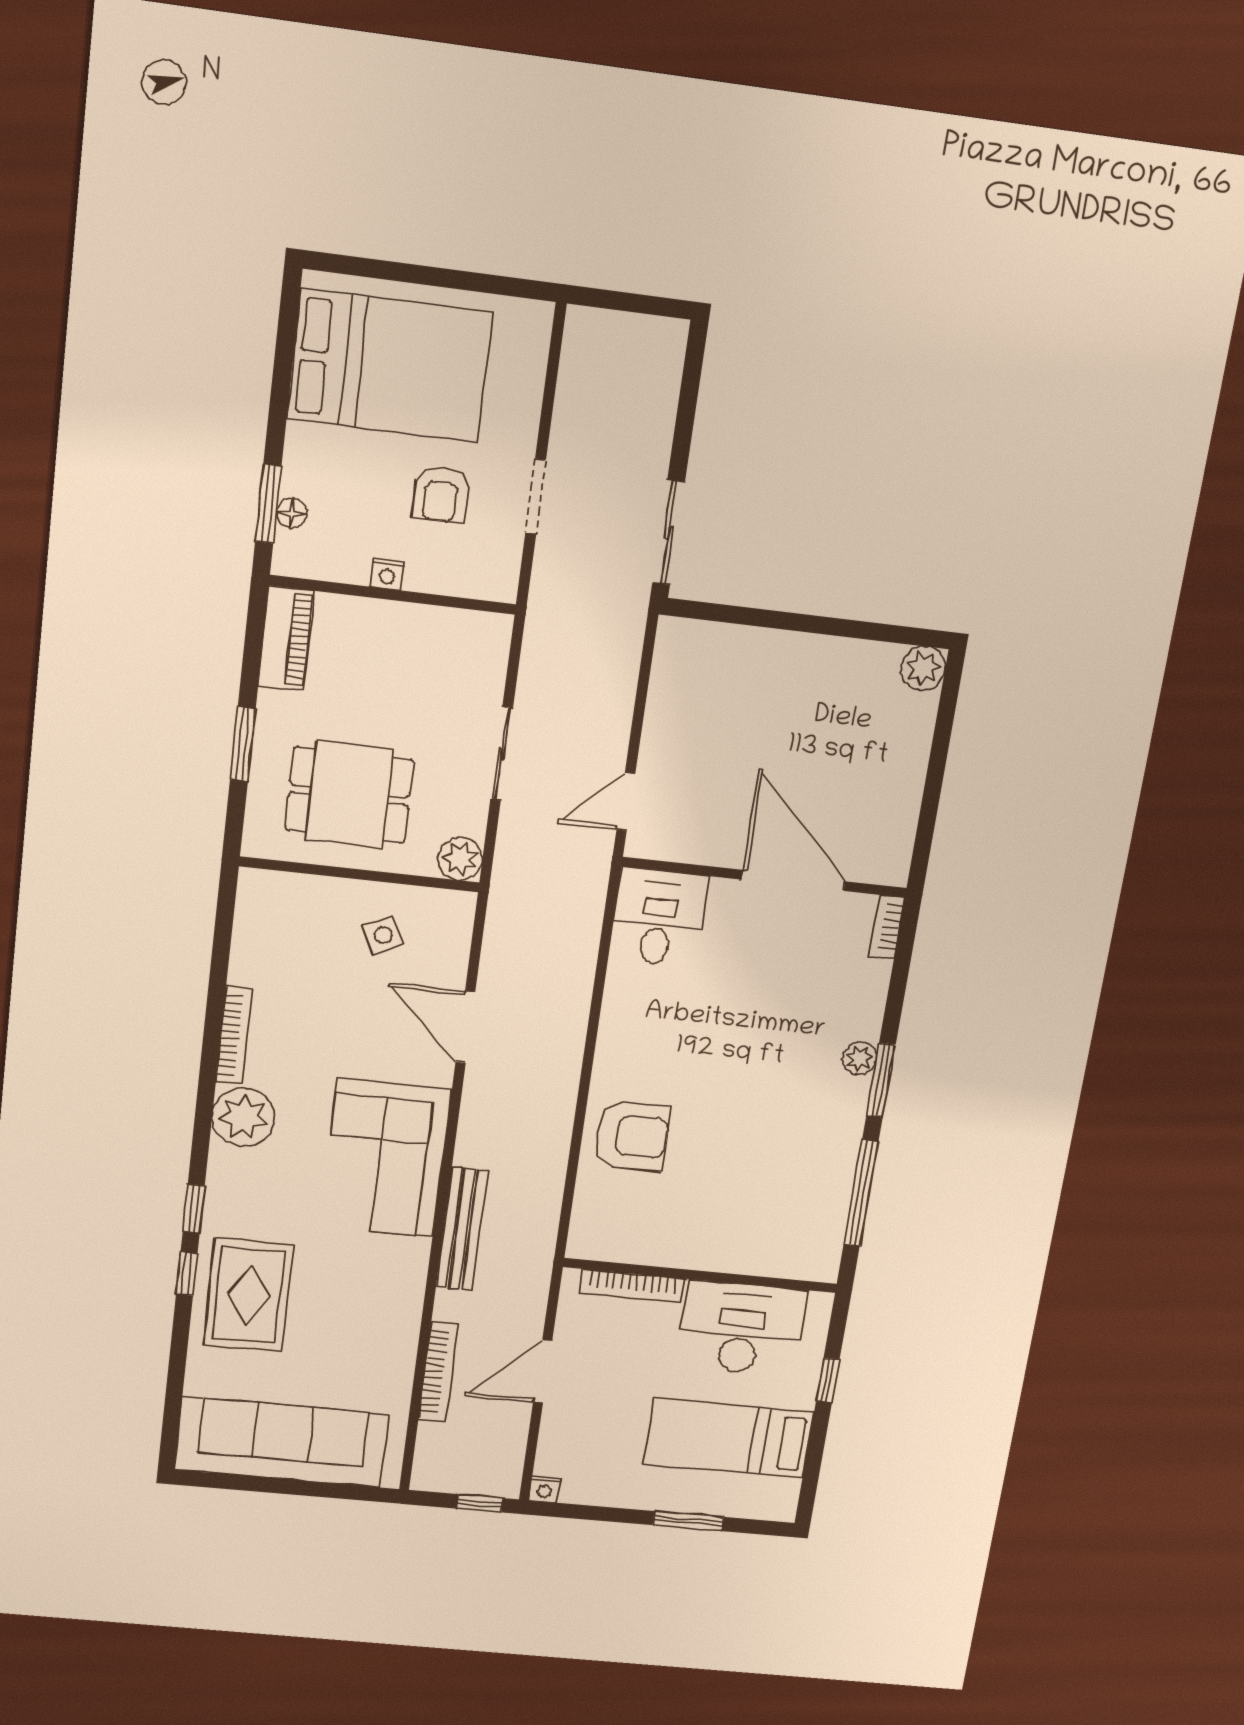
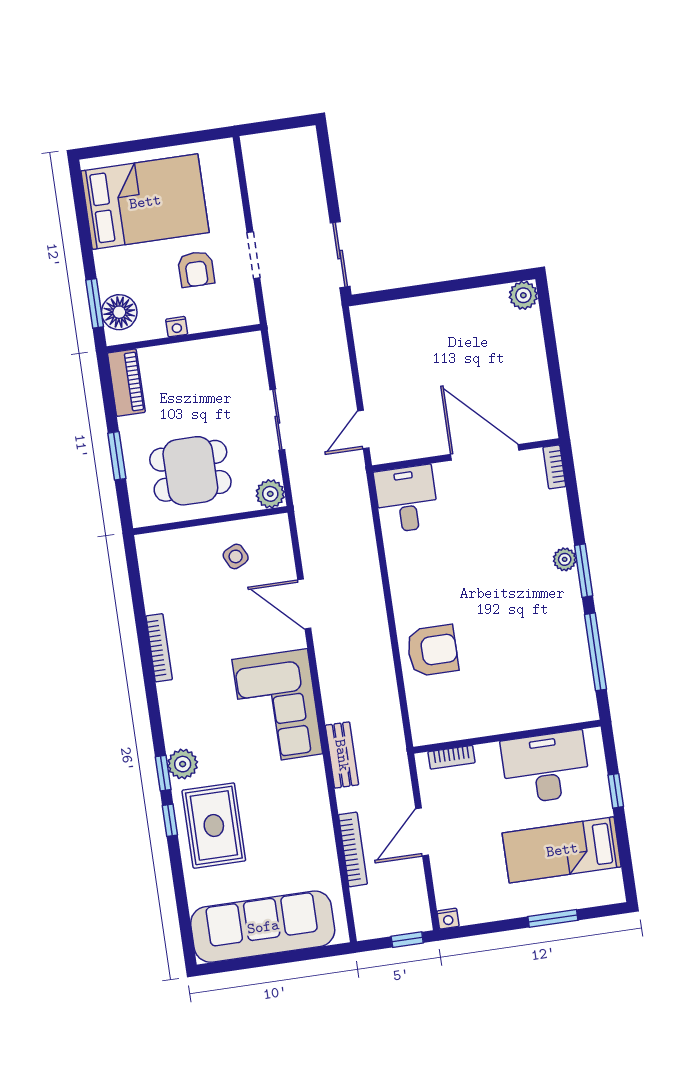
floor lamp: (292, 513) -> (119, 312), width x1.89, depth x1.89
plant: (243, 1117) -> (183, 764), moved, width x0.73, depth x0.73
bench: (462, 1229) -> (342, 755), width x0.73
bookcase: (633, 1286) -> (451, 757), width x0.64

